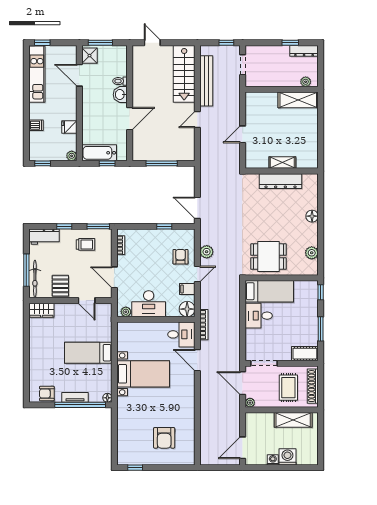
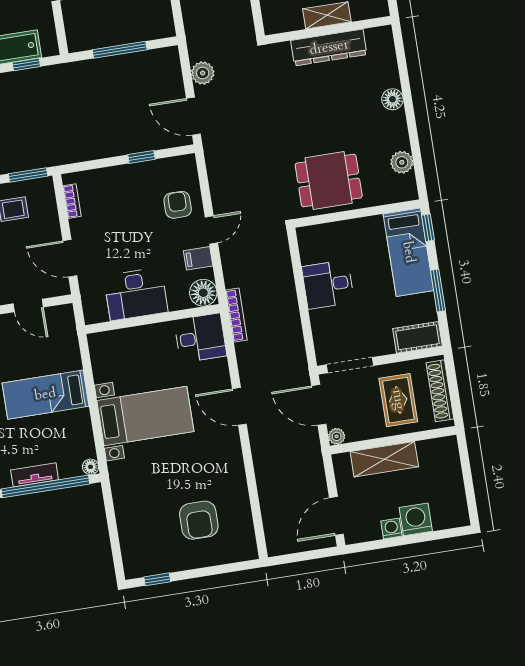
plant: (207, 252) -> (203, 73), moved
bed: (269, 291) -> (408, 252), moved, turned 90
plant: (126, 312) -> (99, 314), removed
door: (197, 360) -> (239, 406), moved
shelving: (293, 420) -> (384, 459), moved

